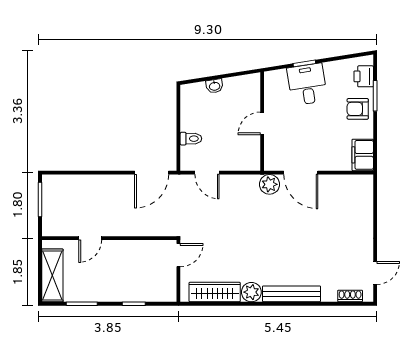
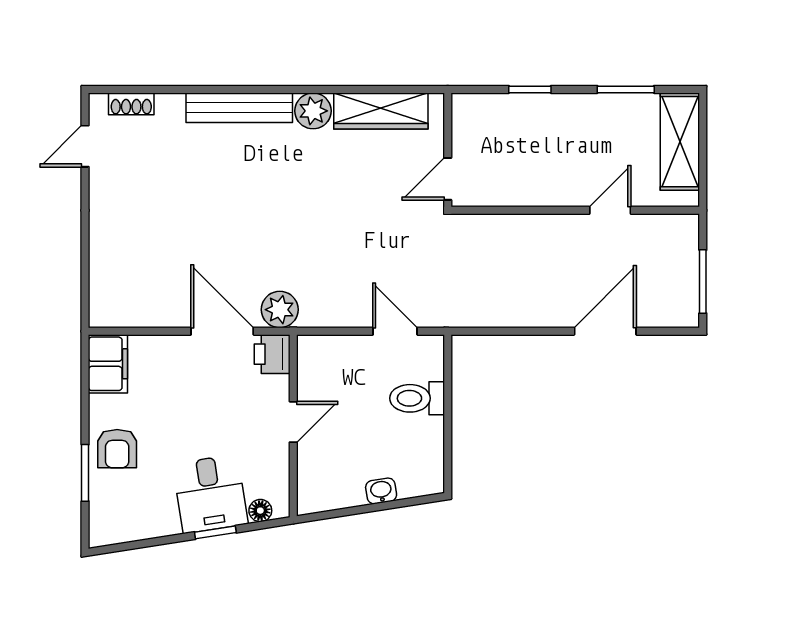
floor lamp: (280, 75) -> (260, 511), added
printer: (364, 76) -> (272, 354), moved, turned 180
armchair: (358, 109) -> (117, 449), turned 90
toilet: (191, 139) -> (417, 398), width x1.37, depth x1.39
door: (152, 173) -> (605, 331), moved

